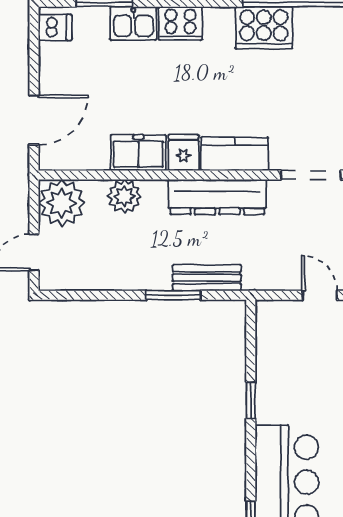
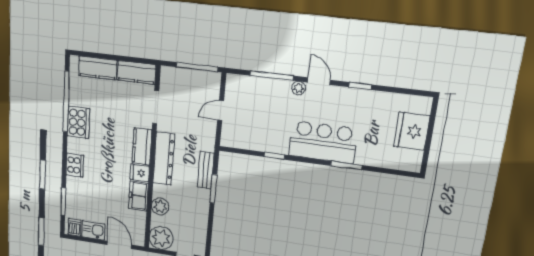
kitchen sink: (133, 23) -> (93, 230), moved, turned -90

